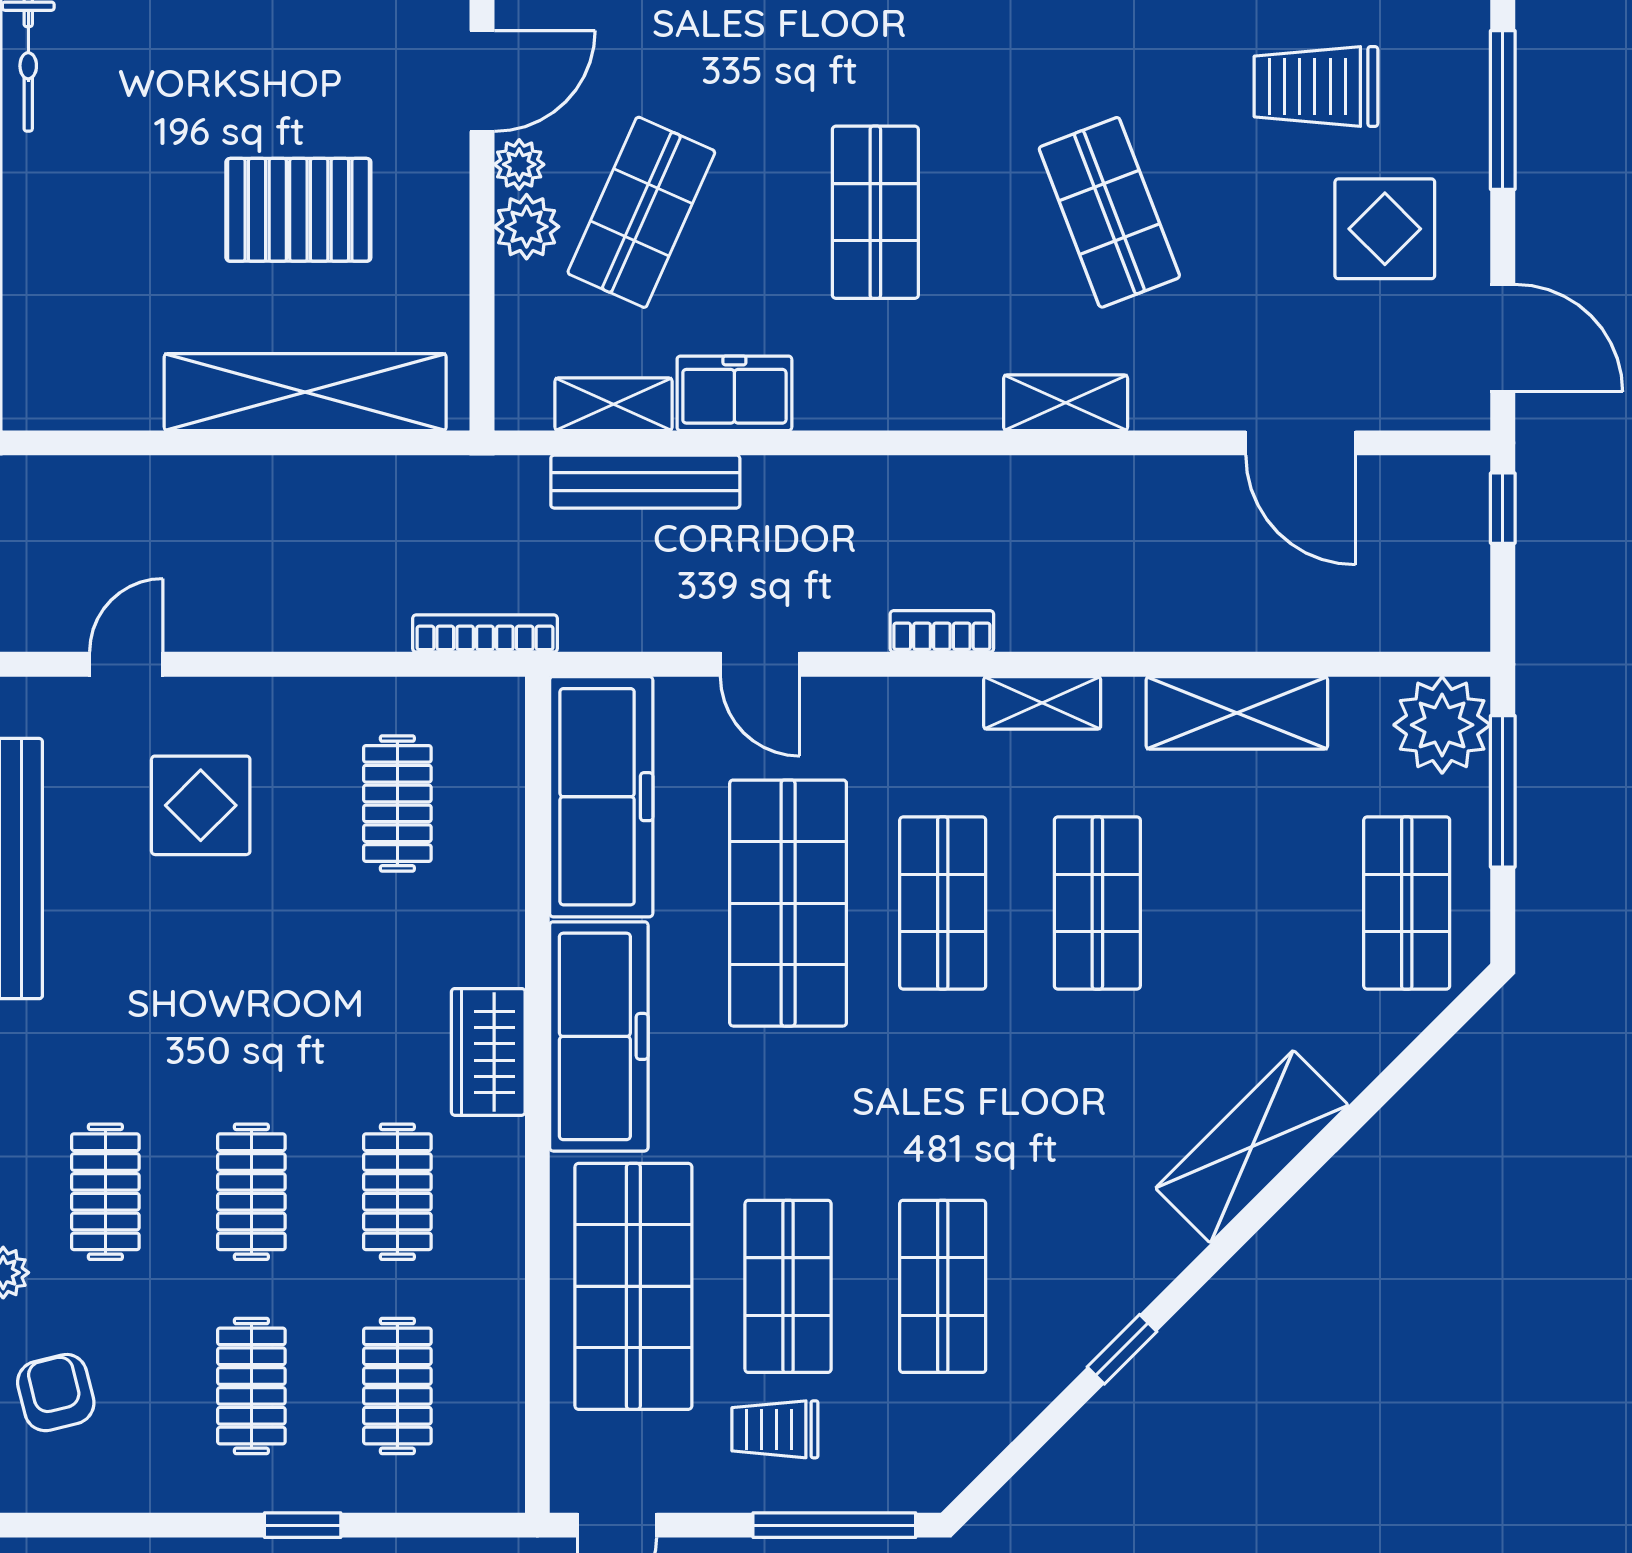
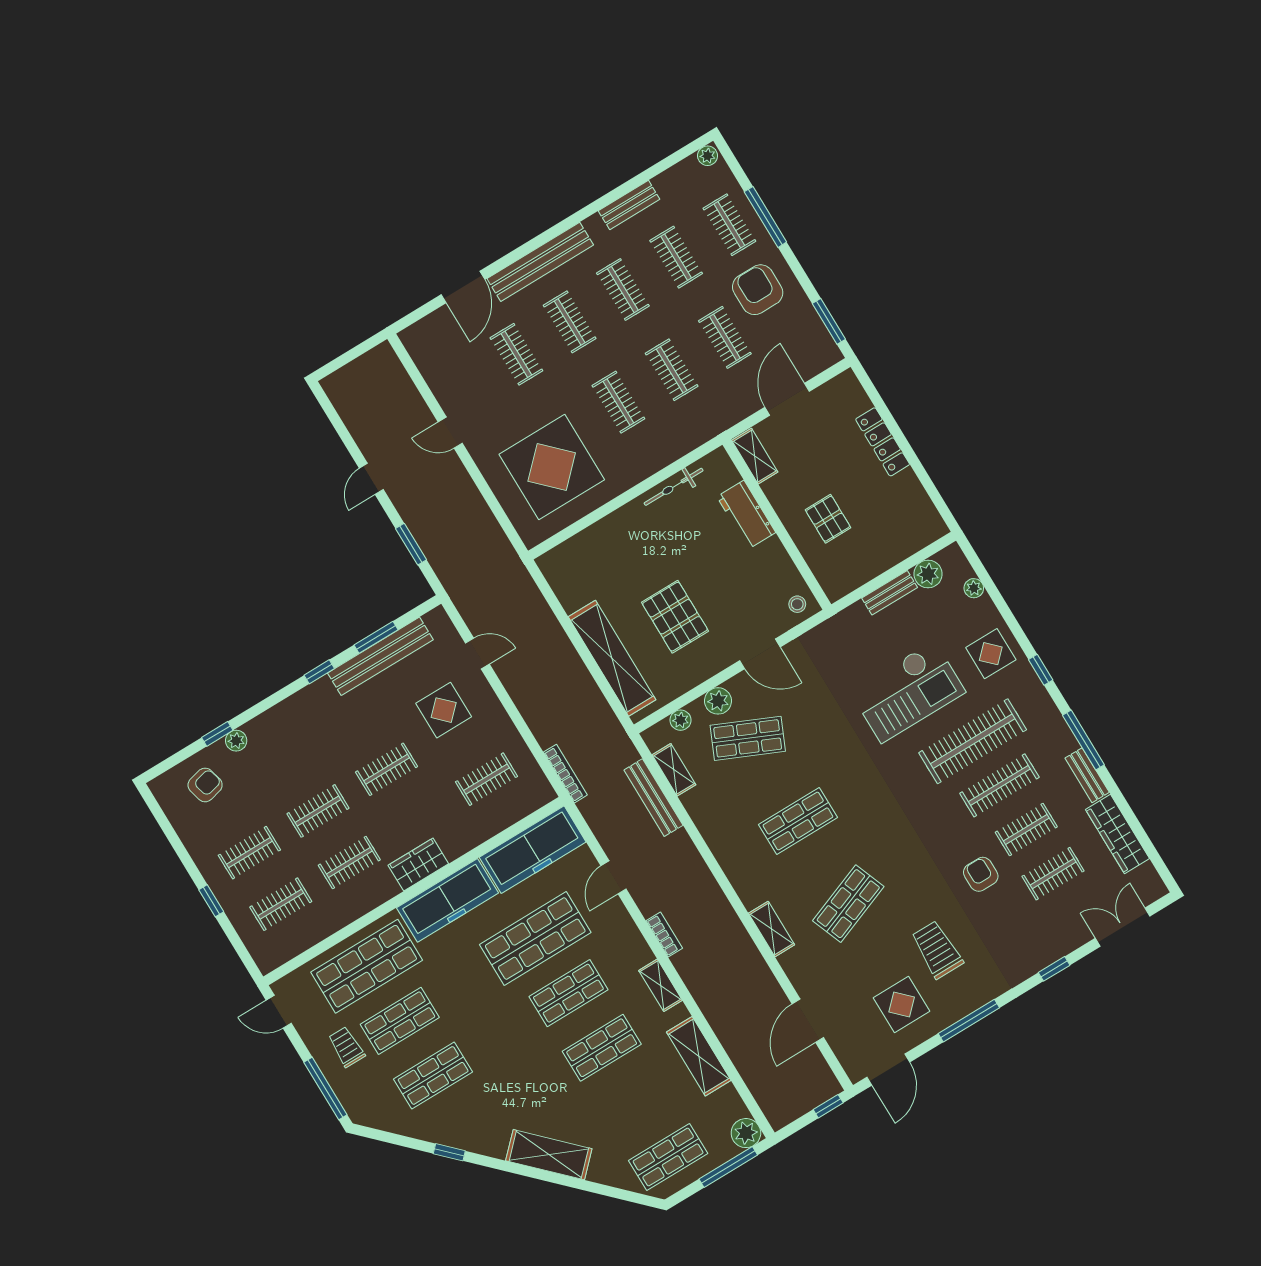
plant: (519, 164) -> (681, 720), moved
freezer: (734, 393) -> (704, 810), removed
plant: (1442, 725) -> (746, 1133), width x0.73, depth x0.73
clothes rail: (105, 1192) -> (387, 769), moved

